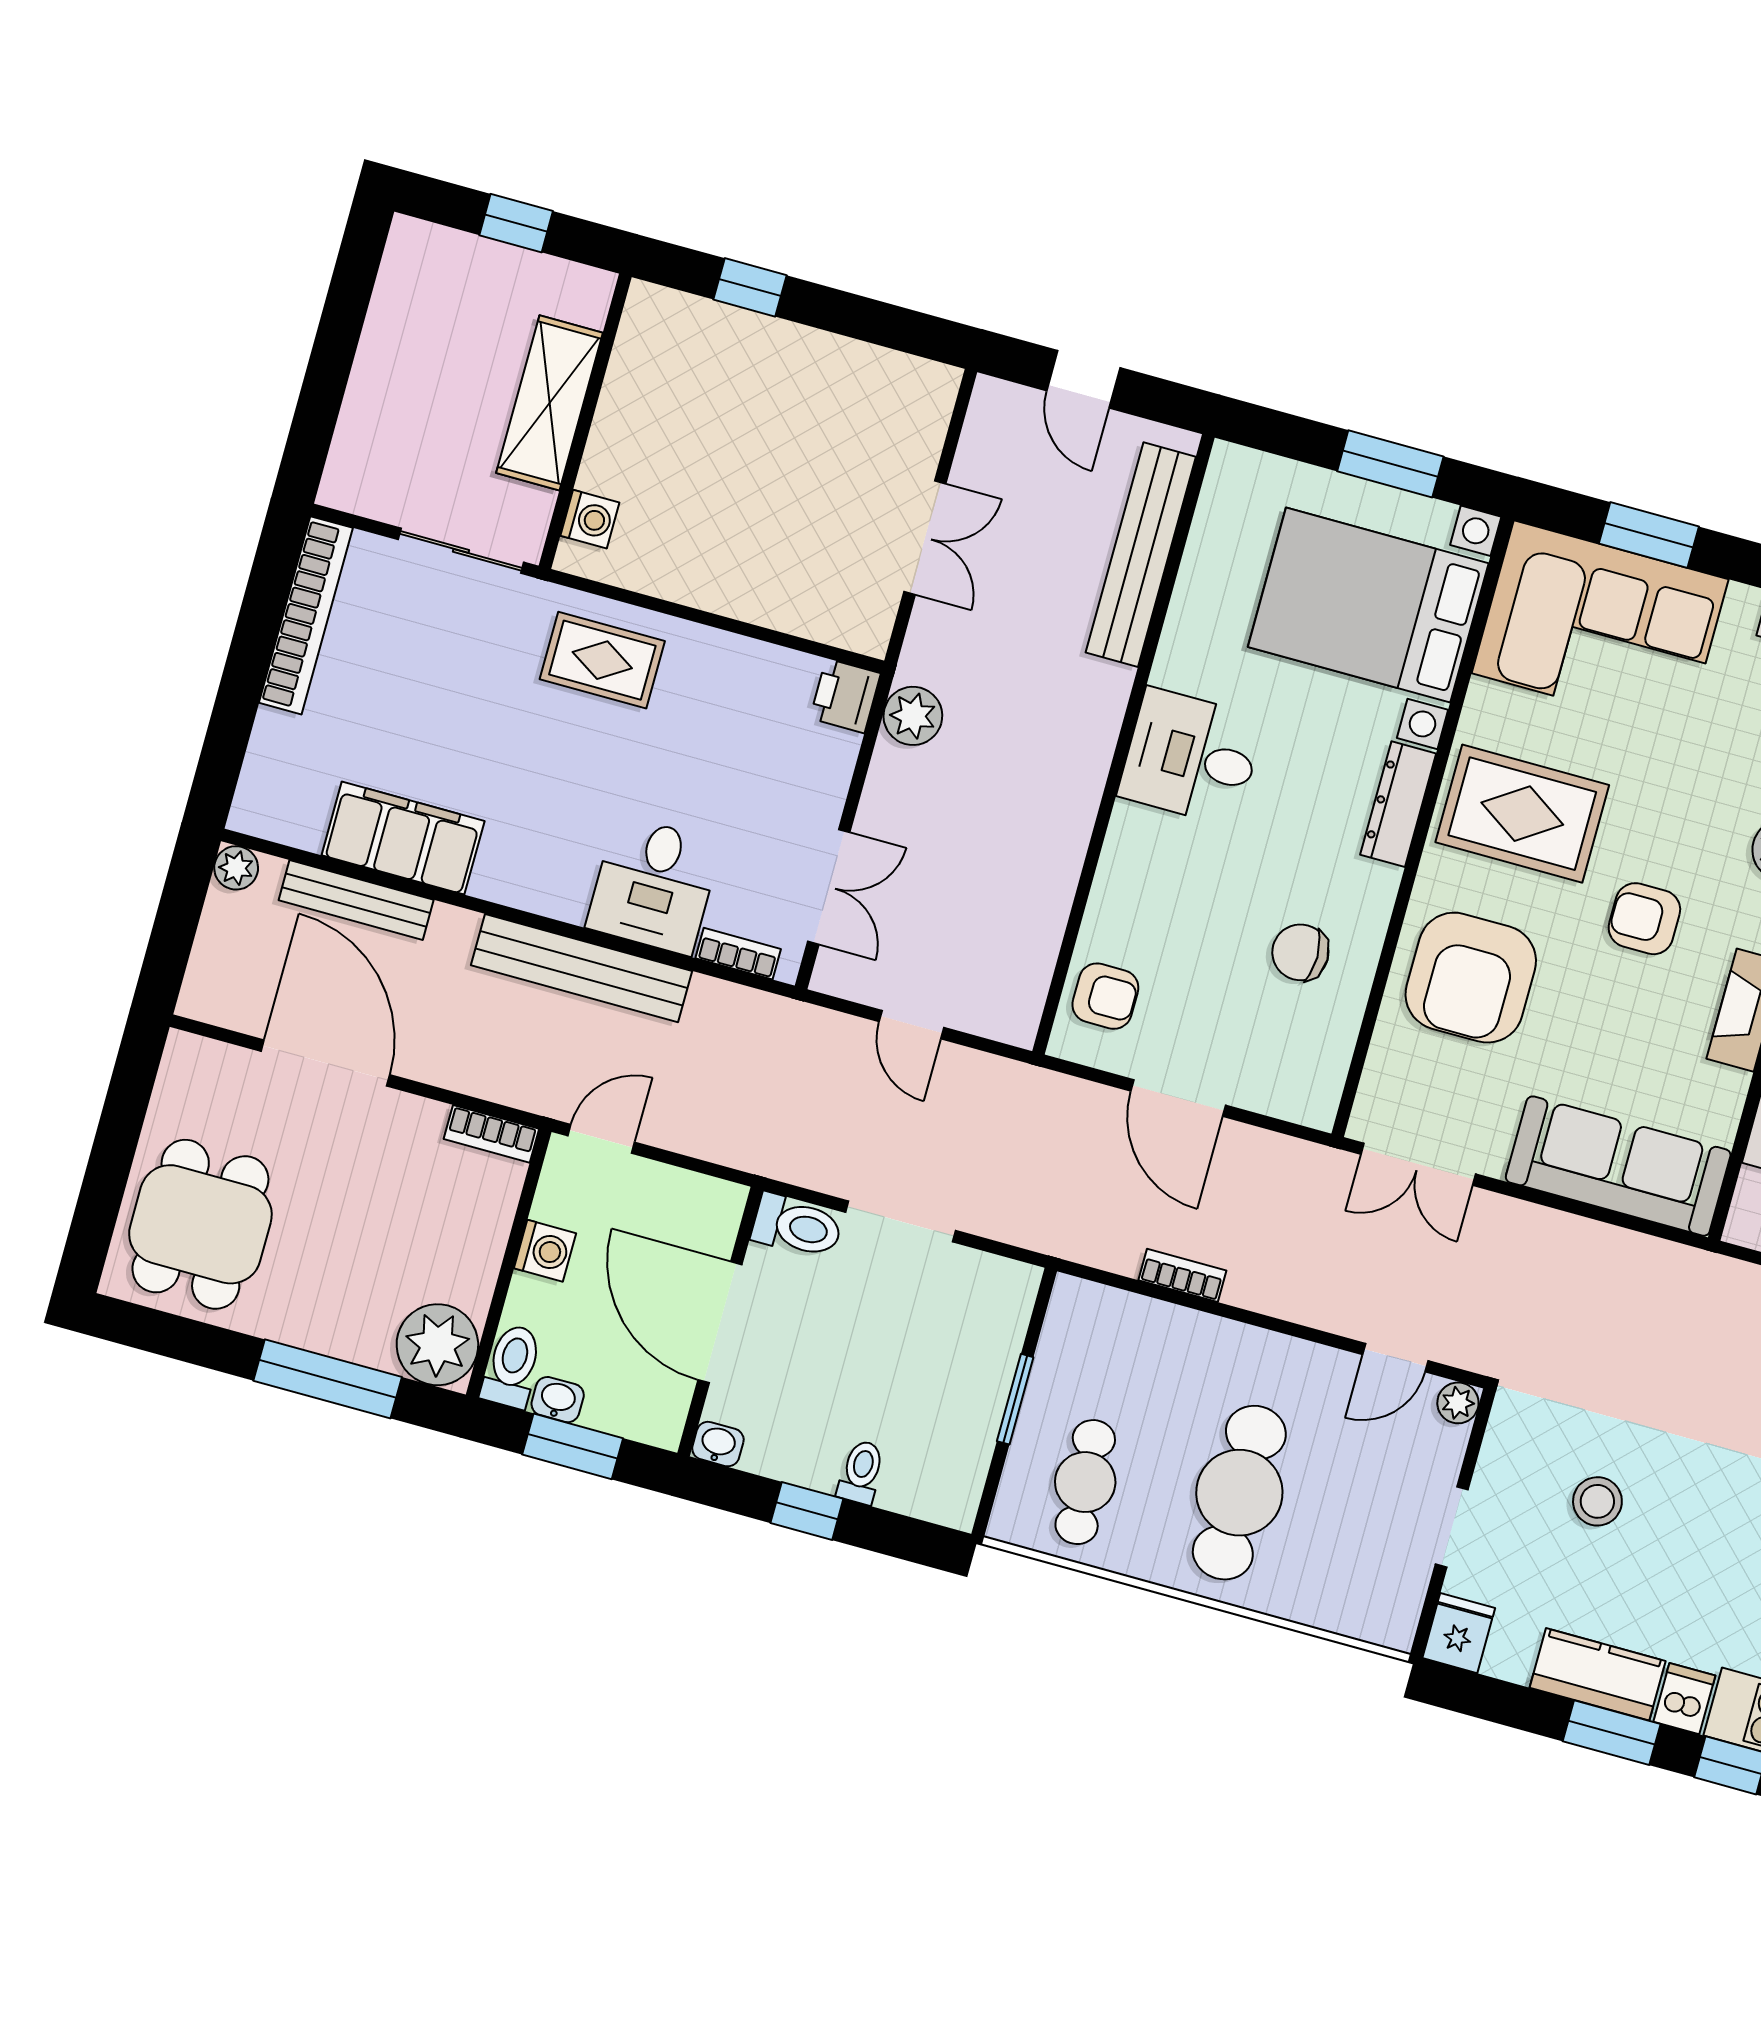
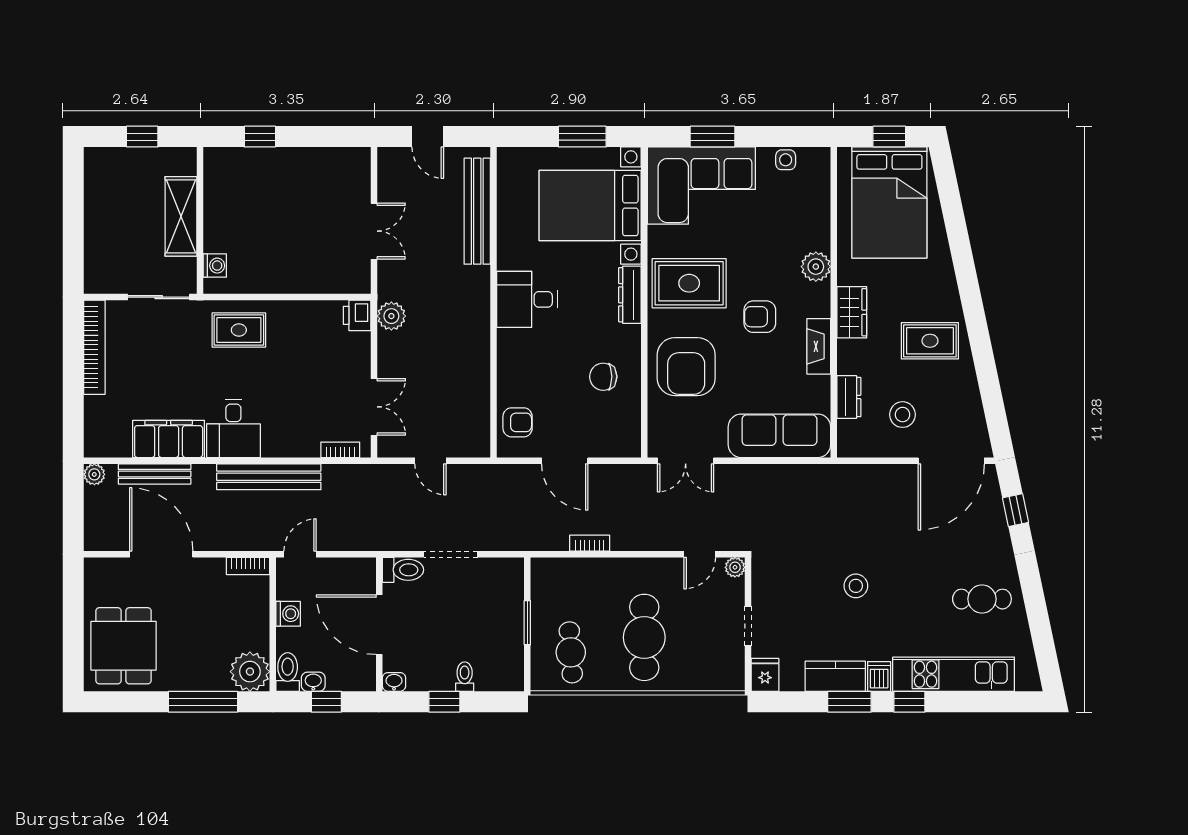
desk: (654, 885) -> (233, 429), moved
window: (573, 1446) -> (326, 702), width x0.67
stool: (1597, 1501) -> (856, 586), moved

